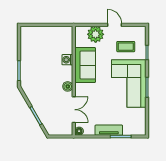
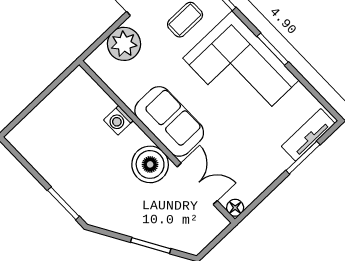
sofa: (85, 65) -> (169, 121), moved
boiler: (68, 86) -> (150, 164), width x1.86, depth x1.86
tv unit: (109, 130) -> (308, 135), moved

